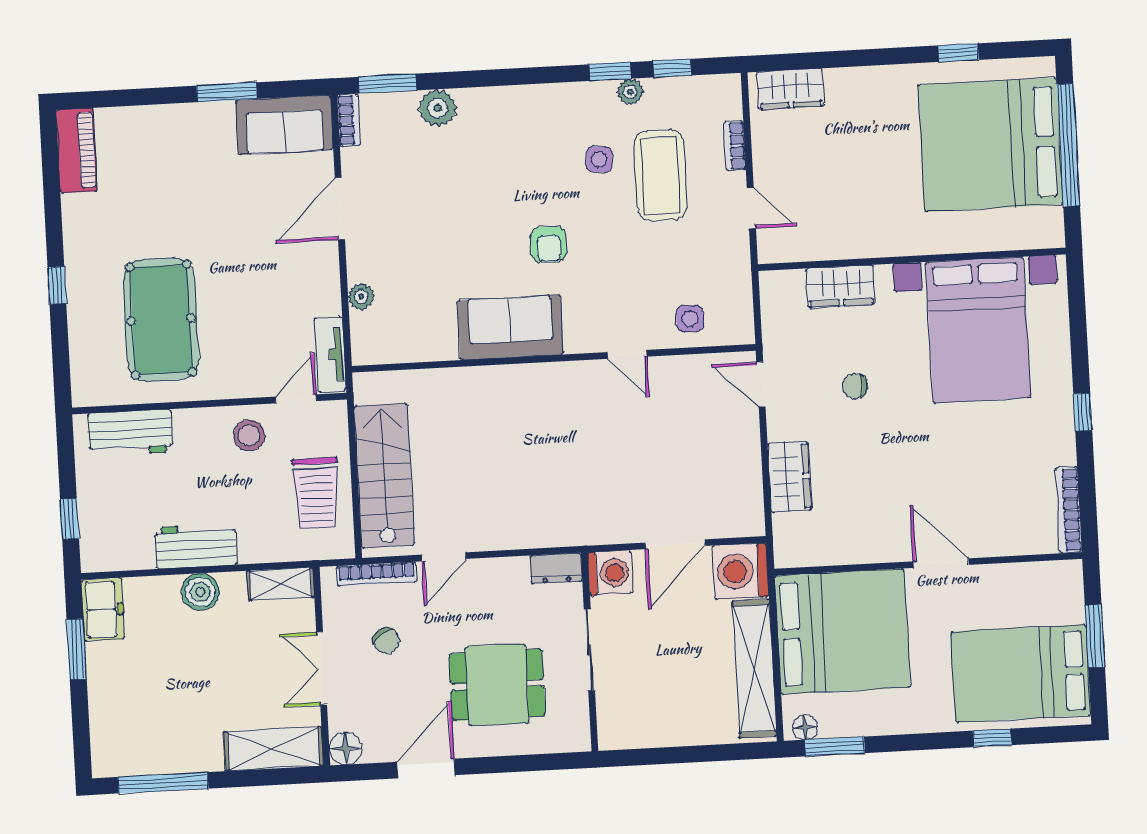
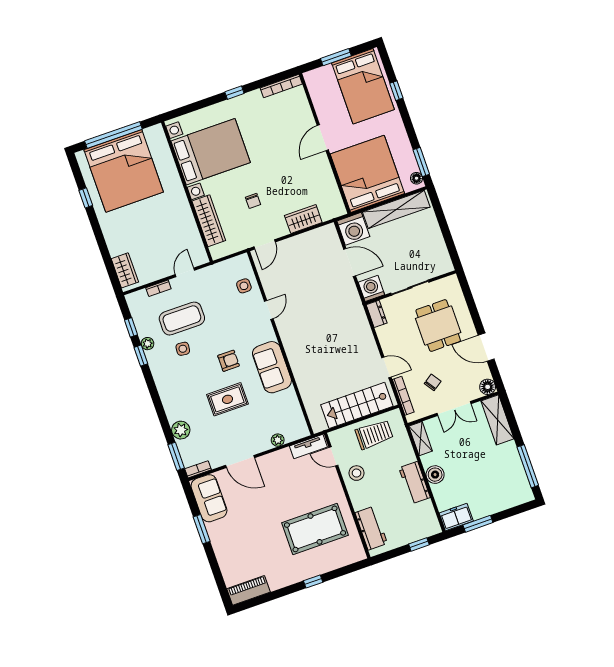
rug: (472, 220) -> (227, 399), added
wardrobe: (841, 286) -> (209, 221), width x1.50

